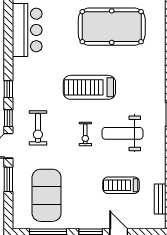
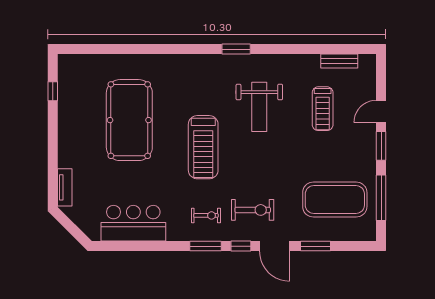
window: (8, 89) -> (205, 246), width x1.50
exercise bike: (85, 134) -> (206, 215), moved

